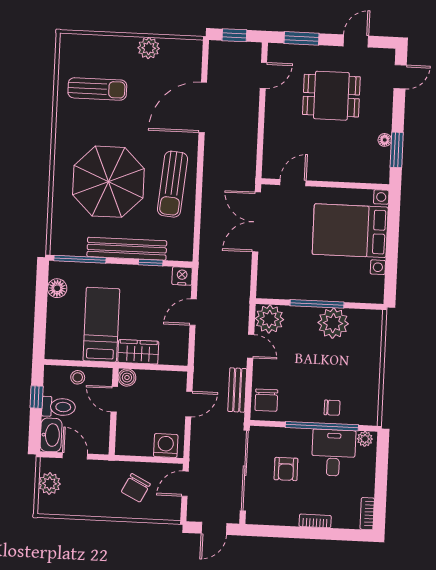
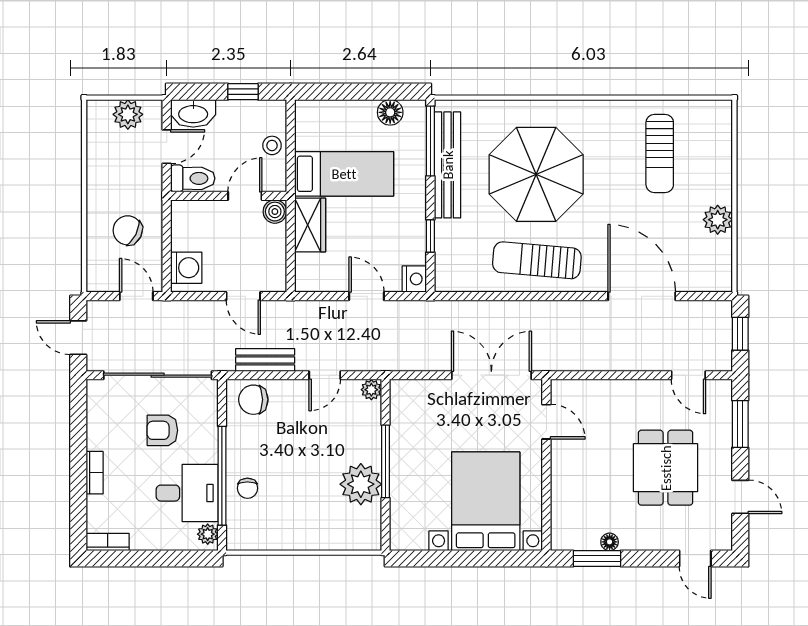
bench: (127, 249) -> (448, 165), moved
plant: (269, 319) -> (371, 390), width x0.53, depth x0.53
toilet: (59, 407) -> (193, 178), moved, turned -90

